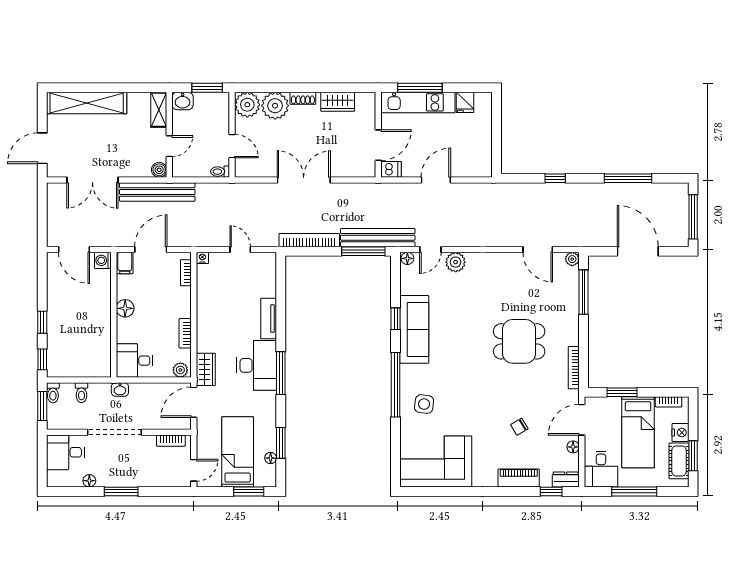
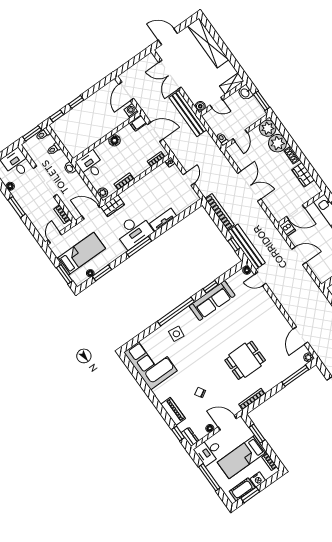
window: (363, 251) -> (234, 244), width x0.46
plant: (456, 262) -> (263, 297), removed
dining table: (519, 341) -> (245, 360), turned 90
door: (194, 470) -> (55, 237), swing flipped

